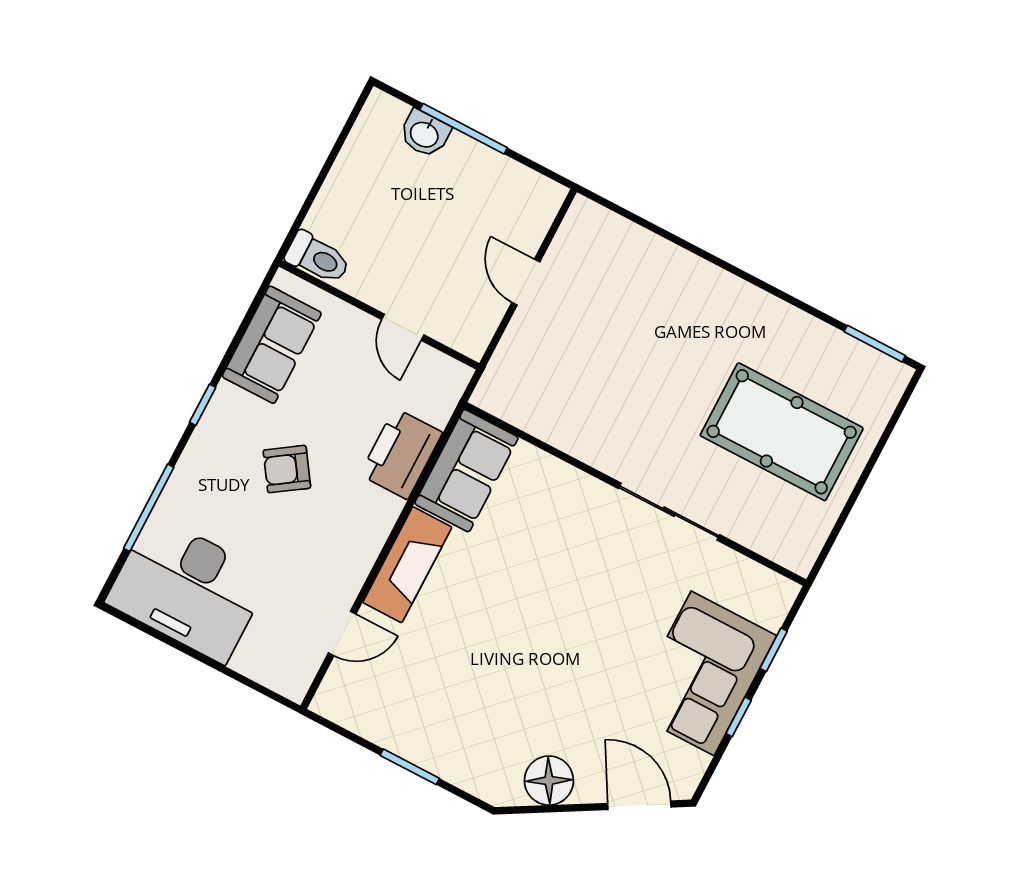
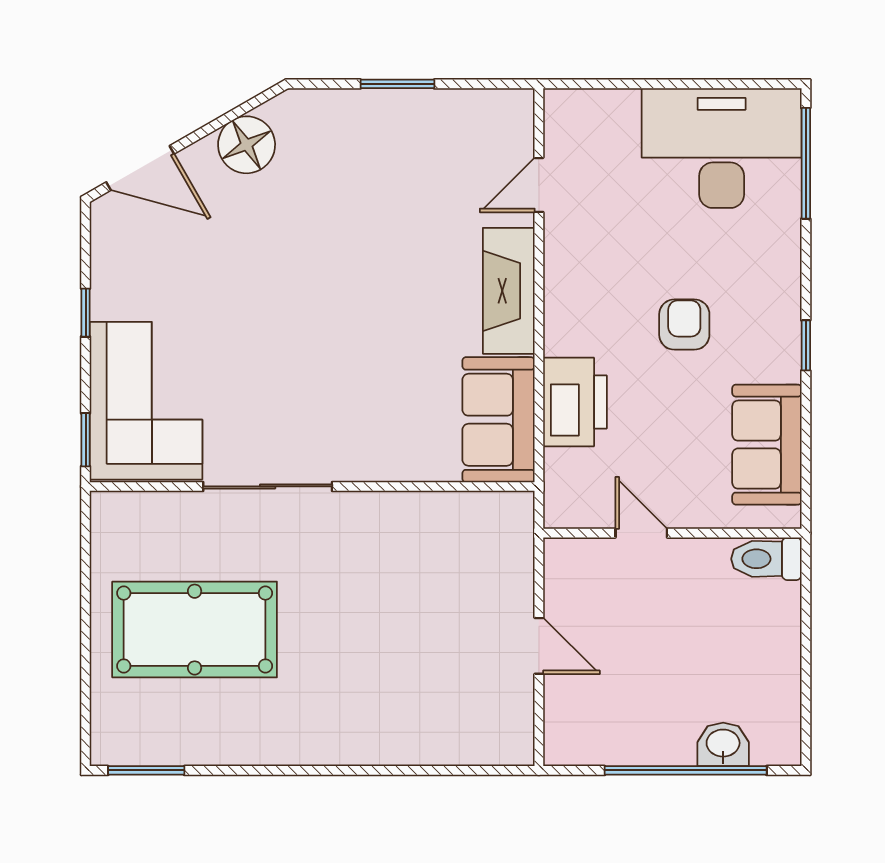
window: (464, 129) -> (686, 770), width x1.46
armchair: (287, 469) -> (684, 325), turned -56
window: (149, 508) -> (806, 163), moved
window: (774, 650) -> (86, 440), moved
corner sofa: (703, 673) -> (146, 401), moved

